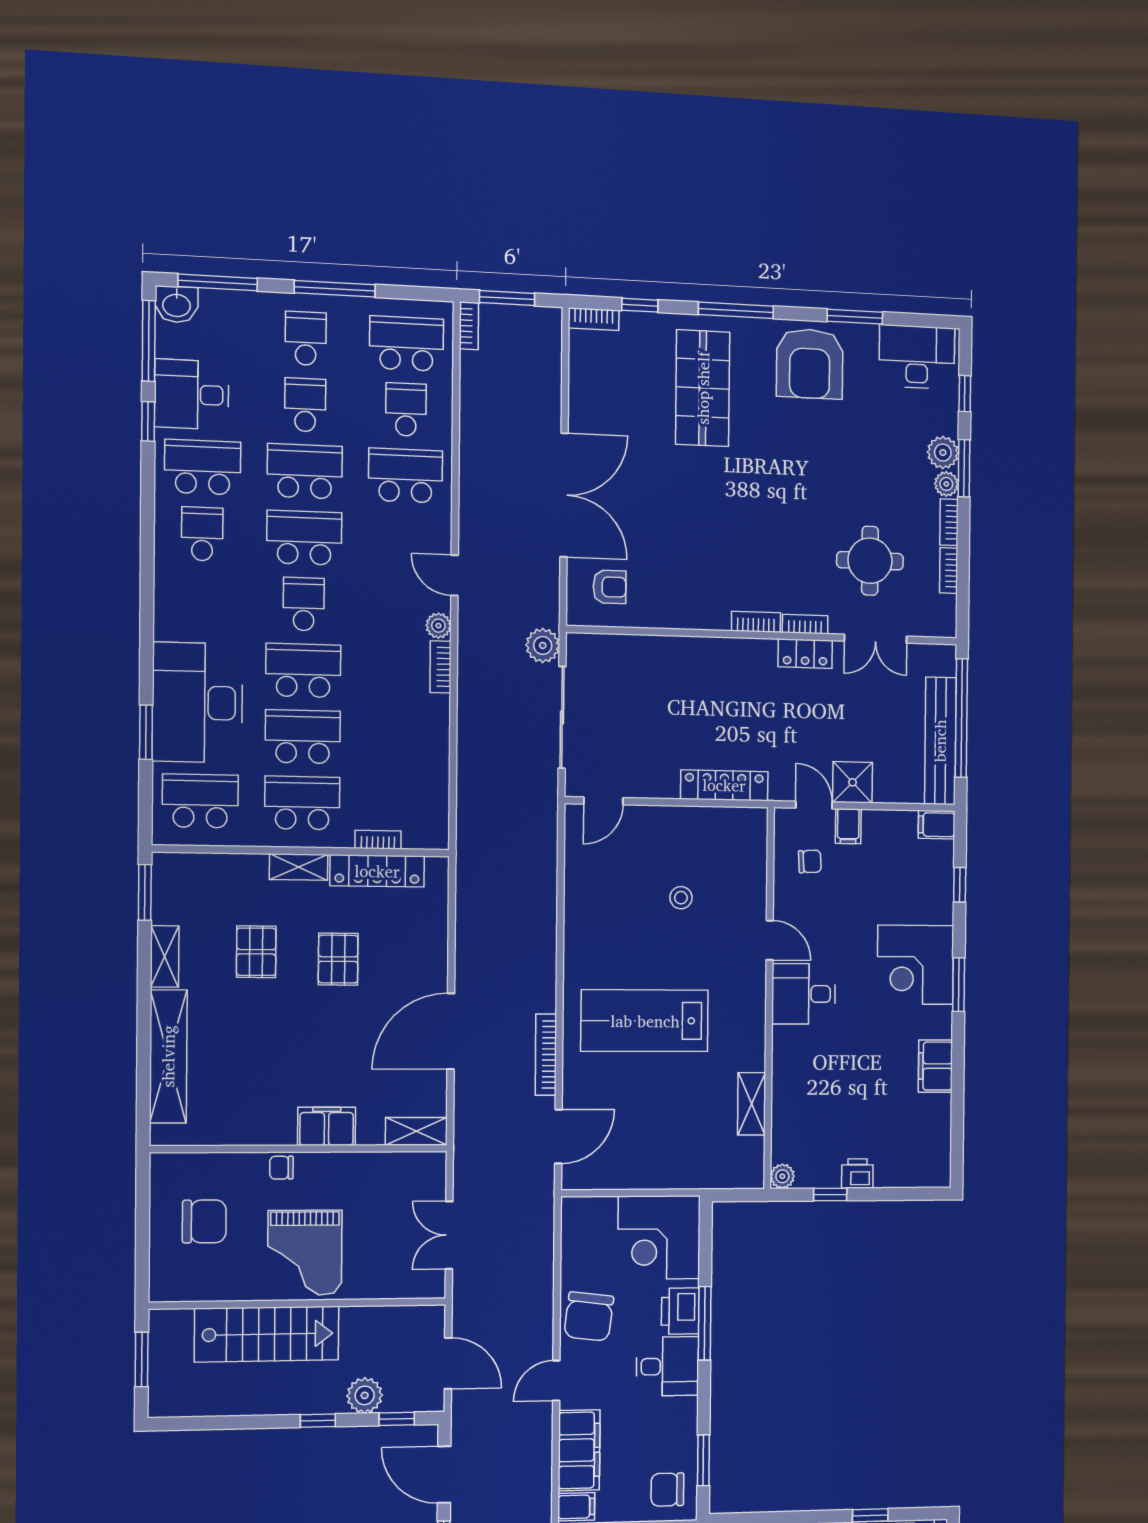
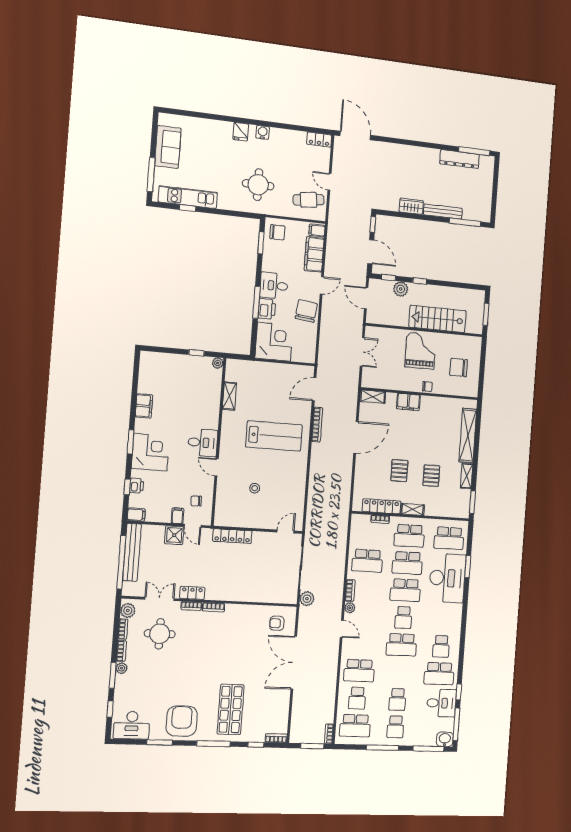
plant: (943, 453) -> (128, 611), moved
school desk: (305, 471) -> (367, 561), moved
printer: (857, 1174) -> (137, 486), moved, turned -90

